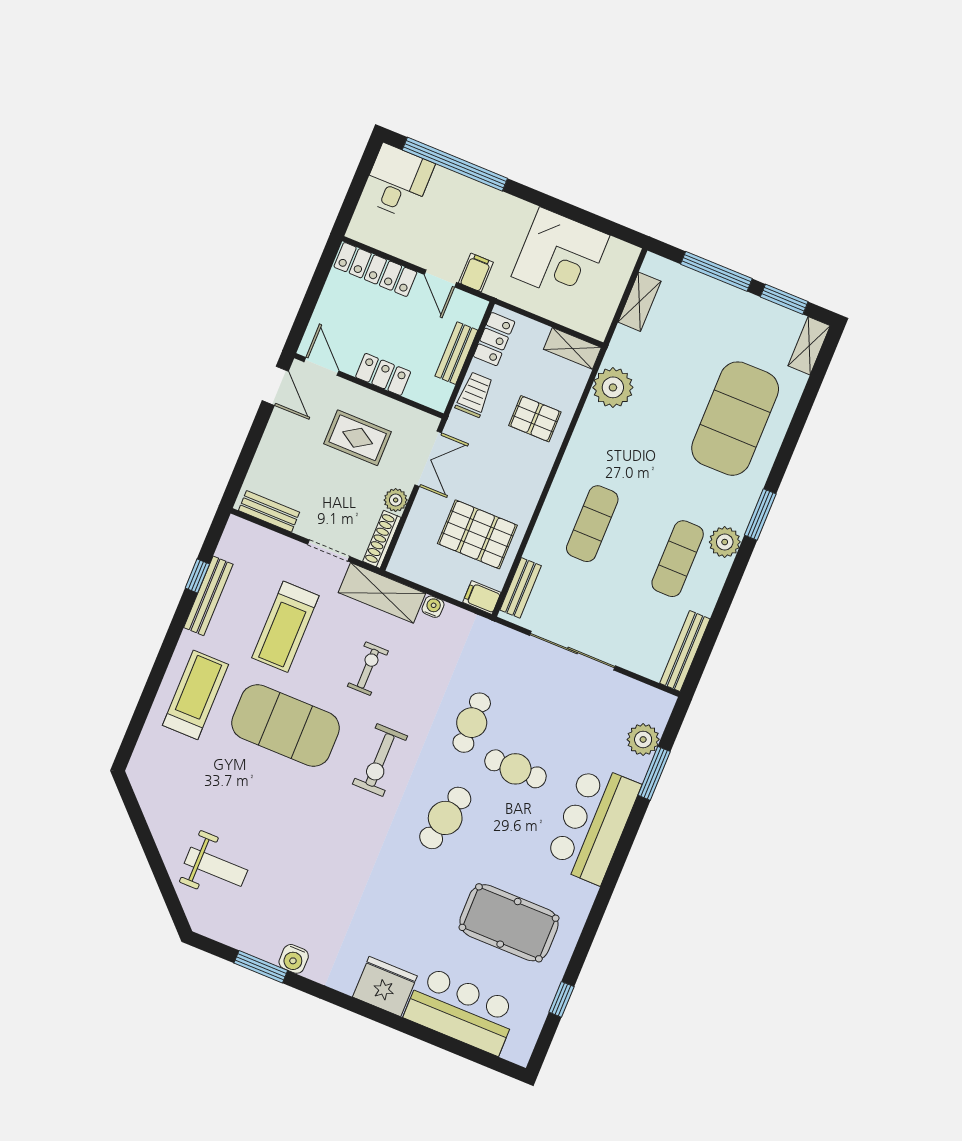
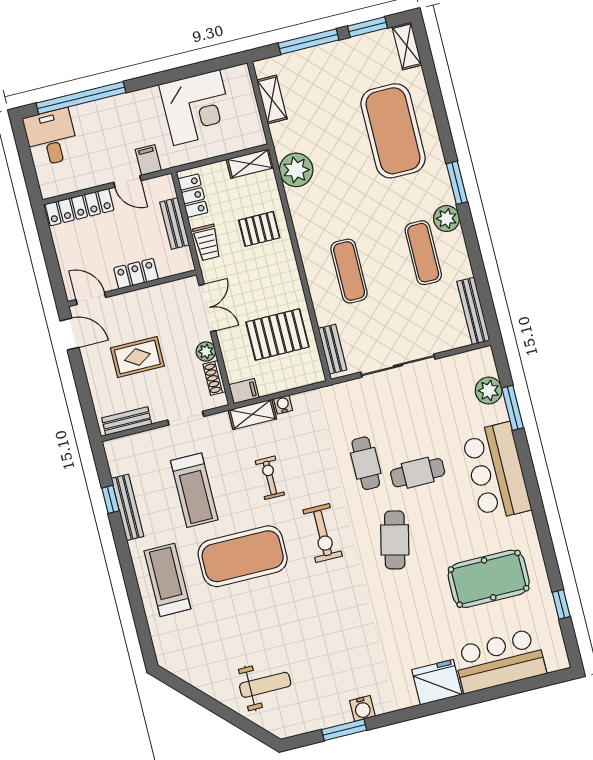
trolley: (474, 394) -> (207, 242), turned 180
rug: (358, 438) -> (137, 357), moved
shoe rack: (382, 539) -> (214, 378), width x0.70
shelving: (382, 593) -> (252, 414), width x0.67, depth x0.75
filing cabinet: (482, 597) -> (244, 391), moved, turned 180

